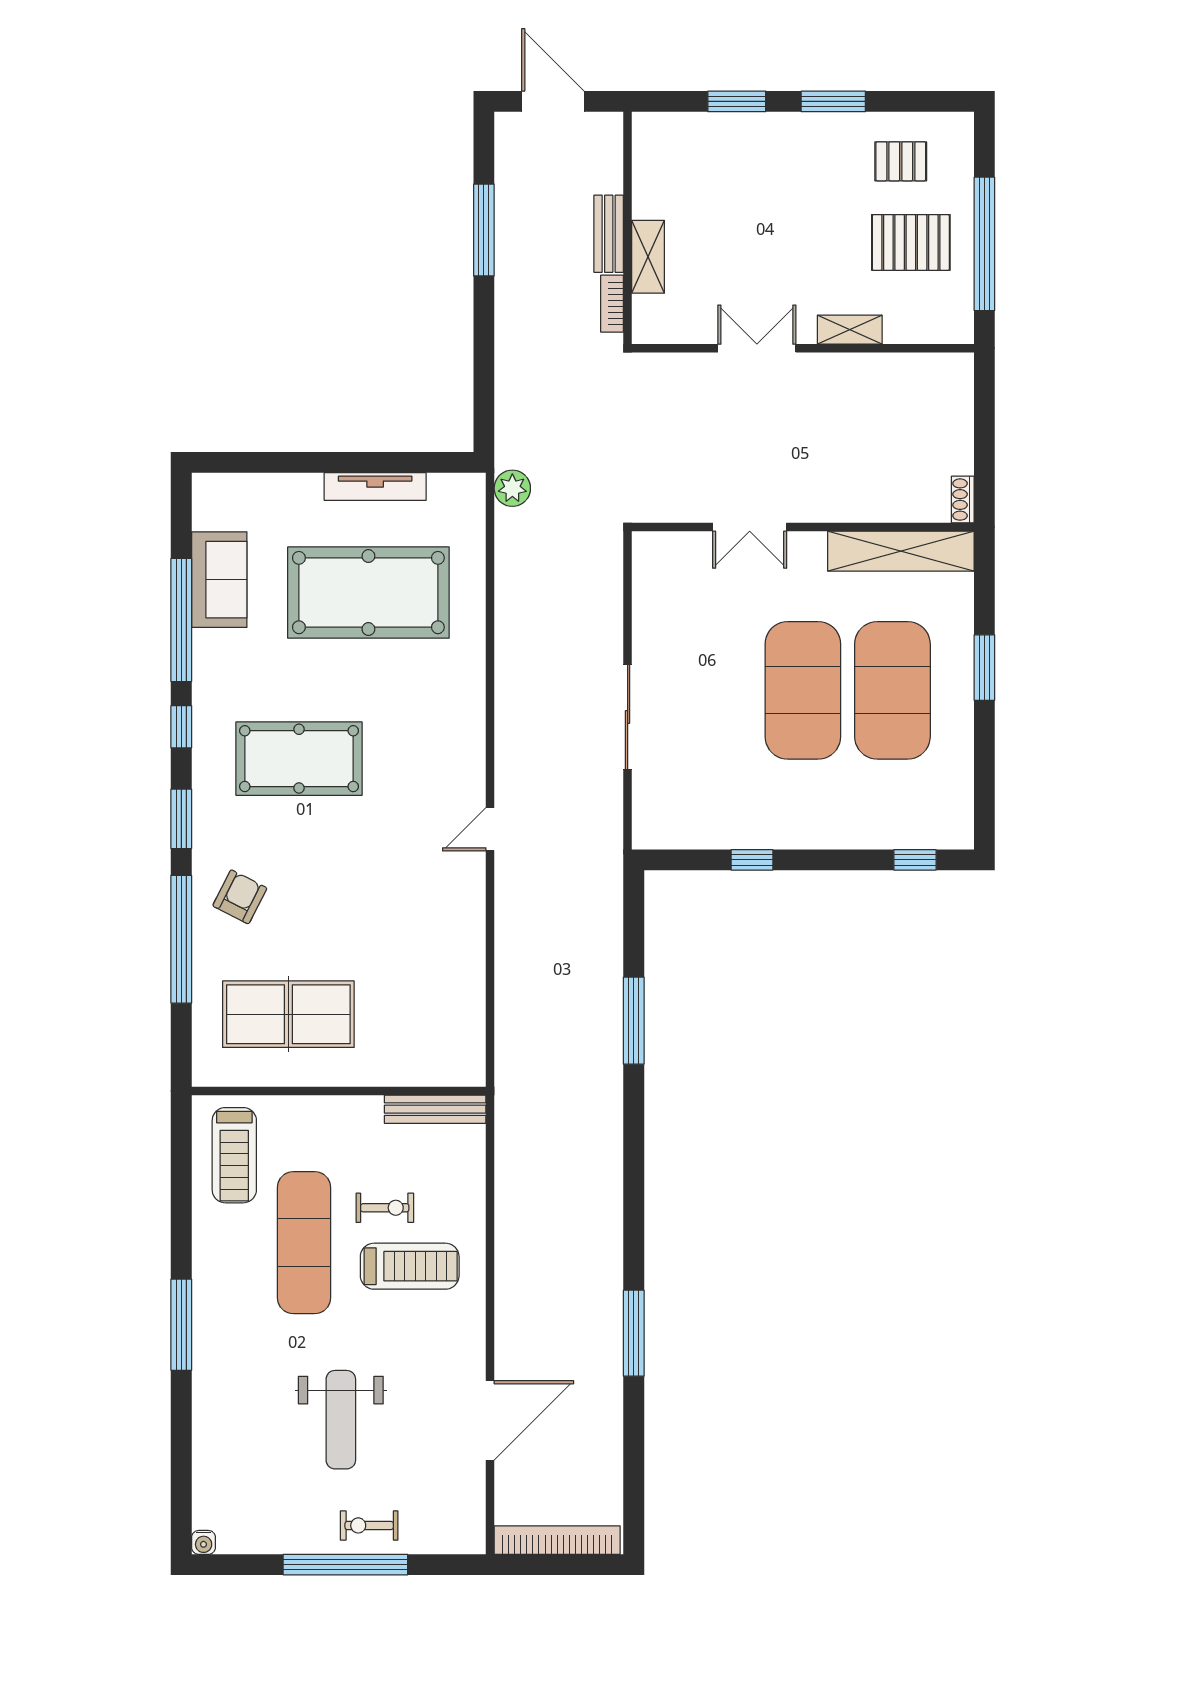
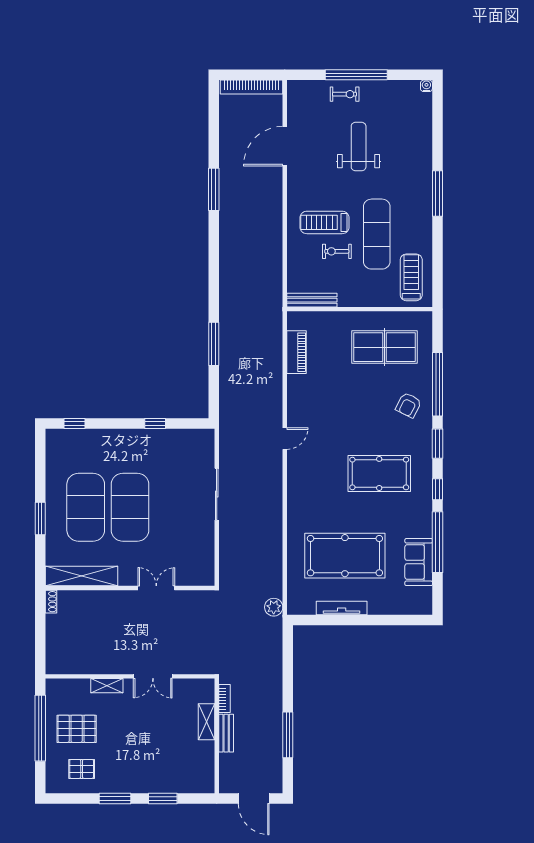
piano: (466, 1004) -> (296, 352), added

